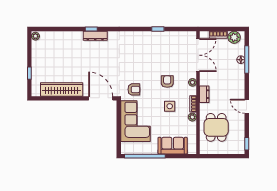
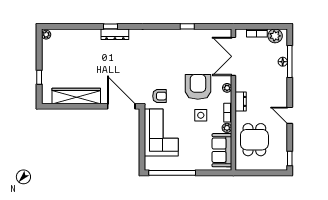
double door: (198, 55) -> (233, 56), swing flipped
armchair: (167, 82) -> (198, 87), width x1.88, depth x1.88
sofa: (173, 146) -> (222, 150), moved, turned -90

